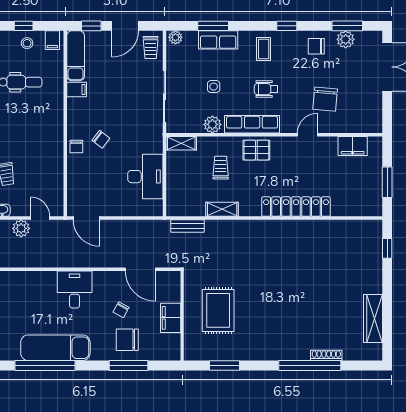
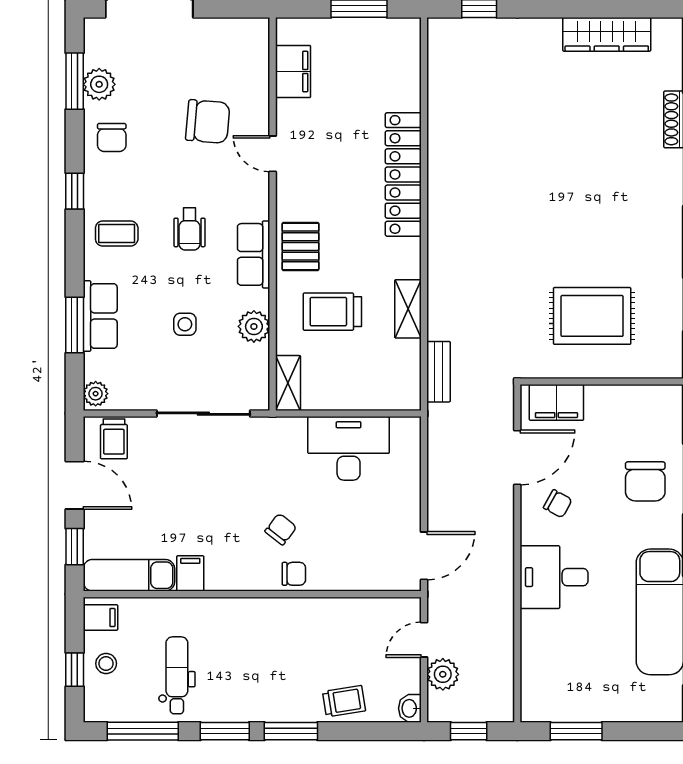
trolley: (151, 47) -> (114, 439), turned 90
row of seats: (252, 124) -> (254, 254), width x0.68
trolley: (221, 168) -> (332, 312), width x1.36, depth x1.39
chair: (121, 310) -> (558, 504), moved
filing cabinet: (171, 318) -> (556, 402), moved

